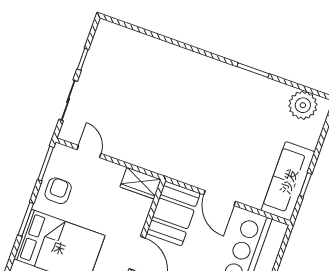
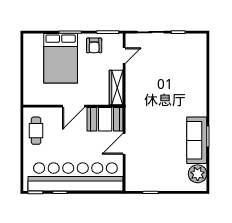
sofa: (288, 181) -> (197, 140), moved, turned -90
wardrobe: (141, 183) -> (116, 87), width x1.50
armchair: (58, 191) -> (94, 45), turned 90

